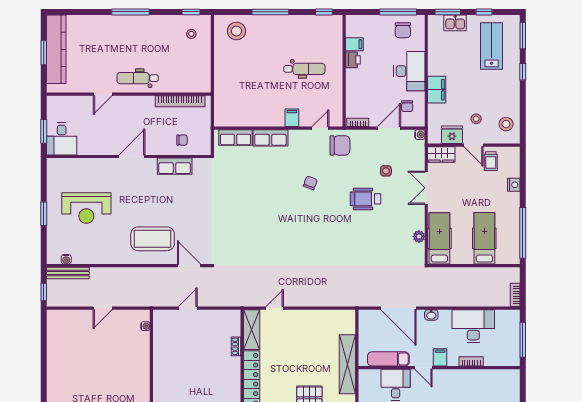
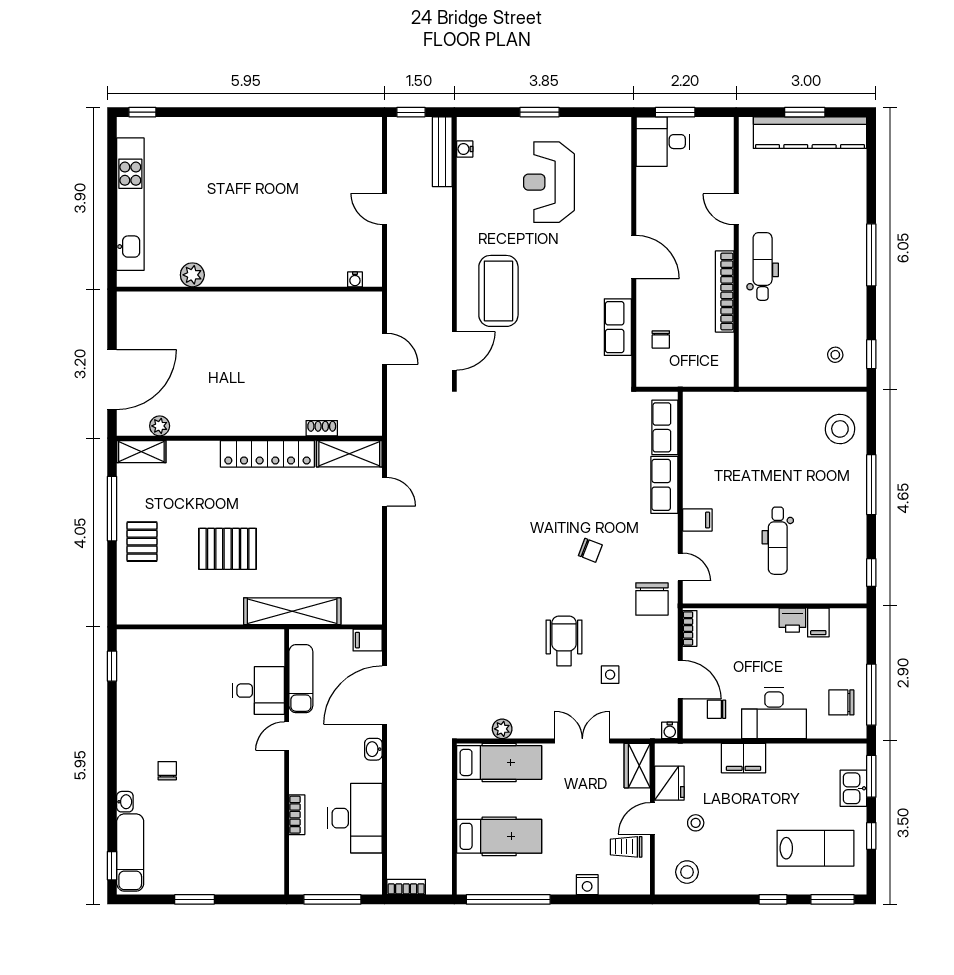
bookcase: (180, 101) -> (725, 291), moved
filing cabinet: (440, 357) -> (368, 640), moved, turned 180

